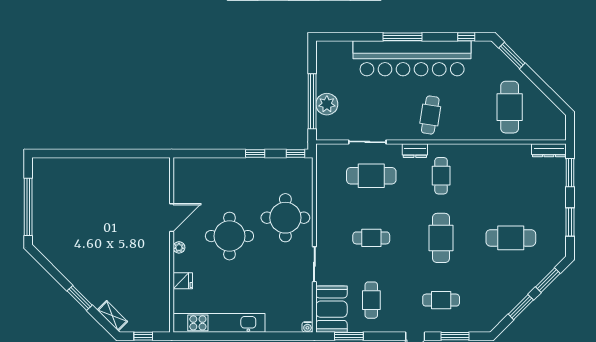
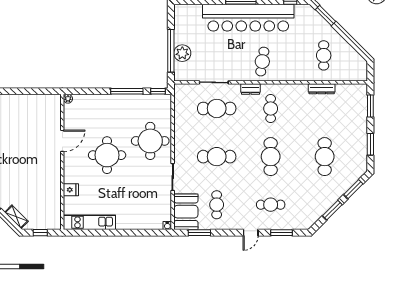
cafe table: (510, 107) -> (324, 55), width x0.73, depth x0.74
dresser: (549, 150) -> (322, 89), moved
window: (255, 153) -> (127, 91), width x2.17
cafe table: (371, 238) -> (217, 157), width x1.37, depth x1.35
cafe table: (511, 238) -> (325, 157), turned 90
plant: (179, 247) -> (68, 99), moved
kitchen unit: (219, 323) -> (89, 222), width x0.73

